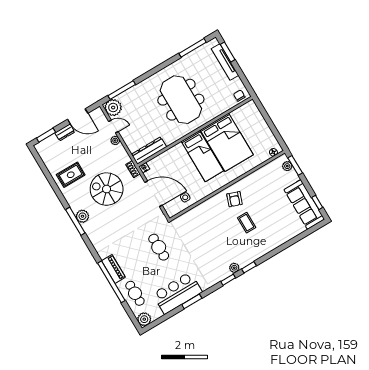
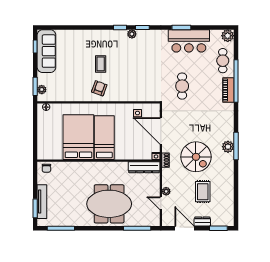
meeting table: (181, 100) -> (109, 204), moved, turned 90
plant: (113, 108) -> (152, 218), removed
rug: (71, 175) -> (203, 192), moved, turned 90

